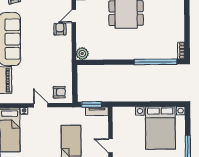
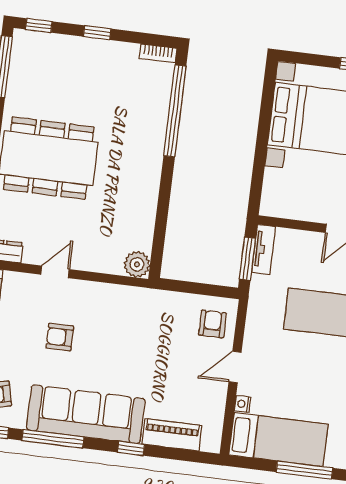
door: (74, 16) -> (55, 272), swing flipped
window: (187, 21) -> (97, 33), added
armchair: (60, 29) -> (60, 337), moved

